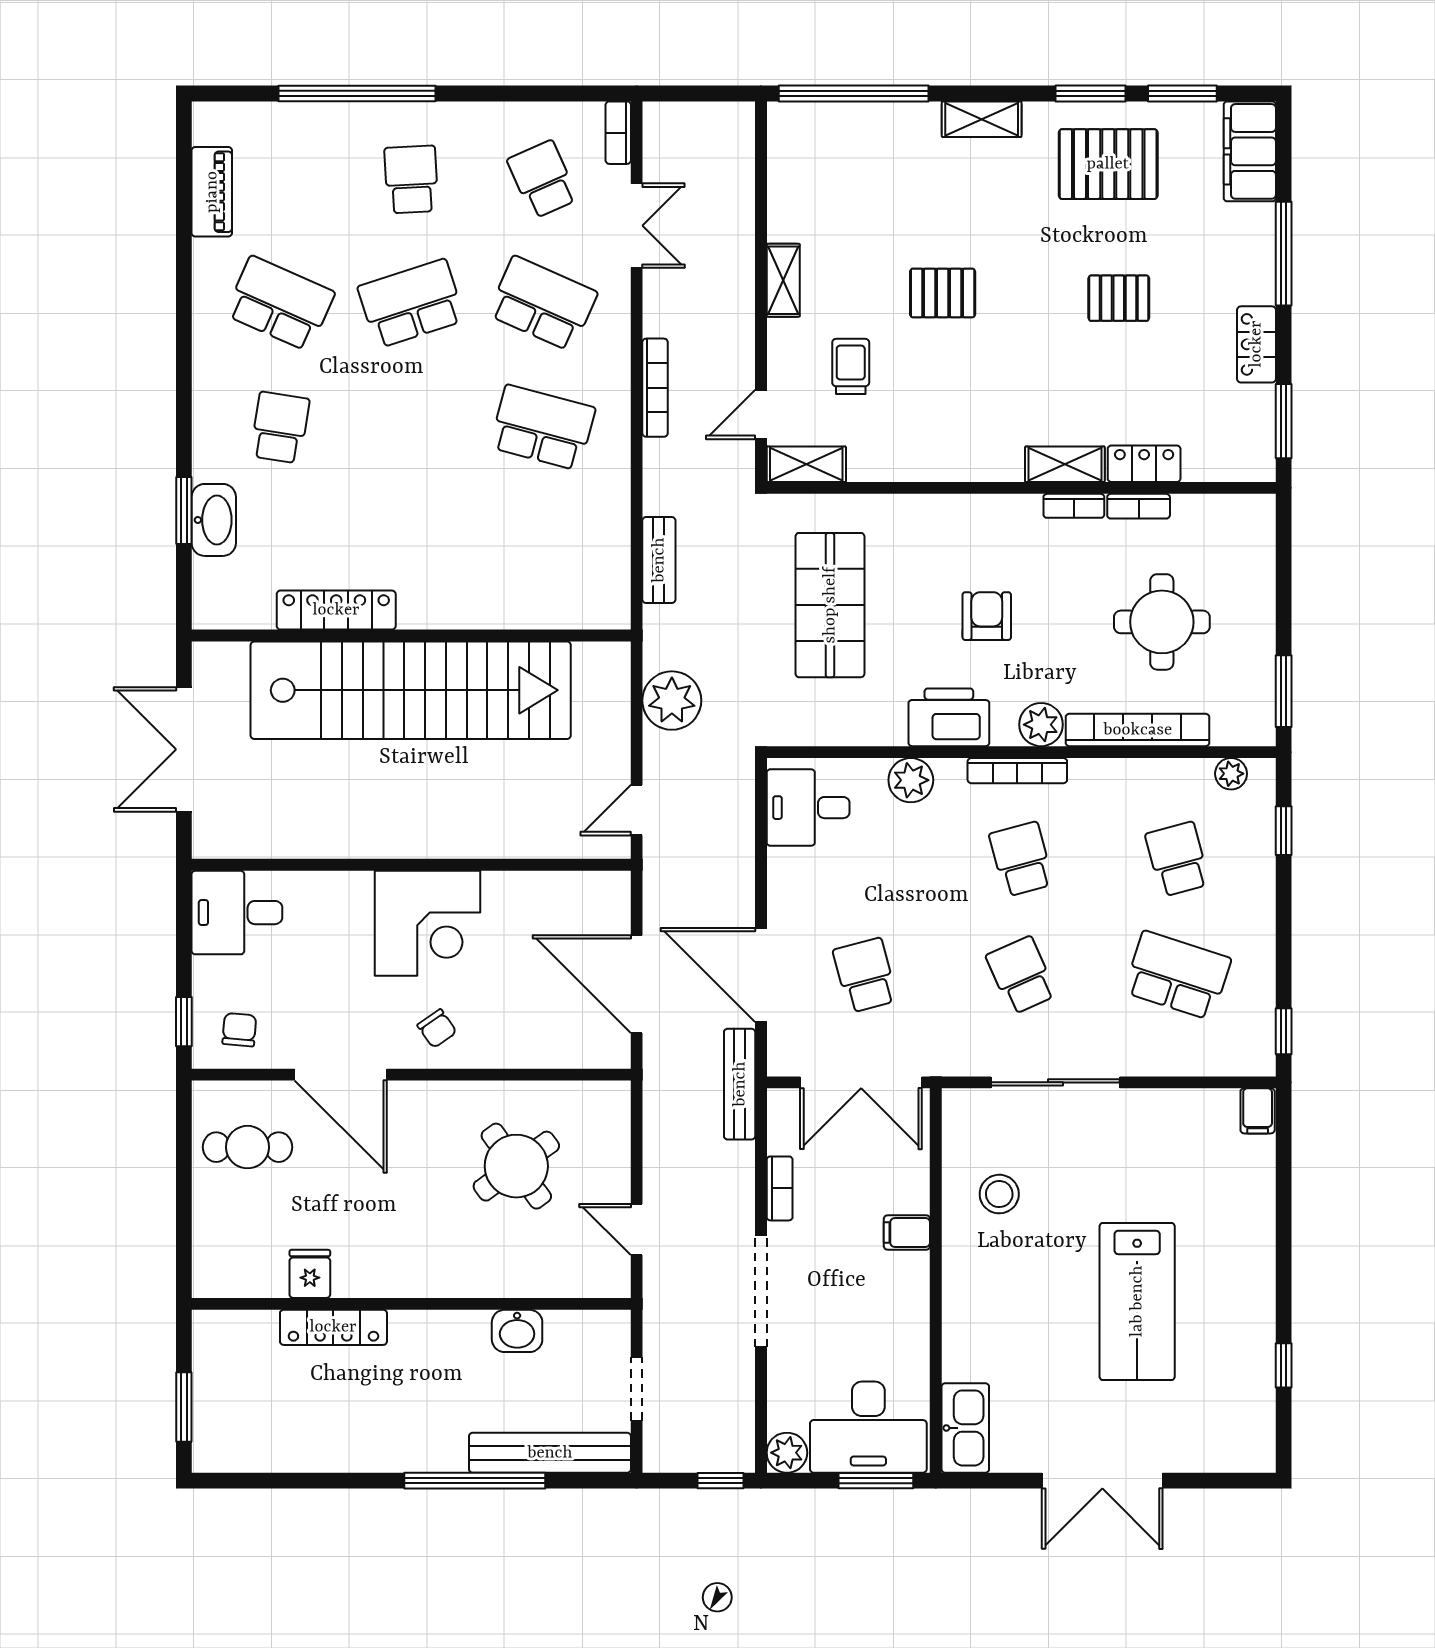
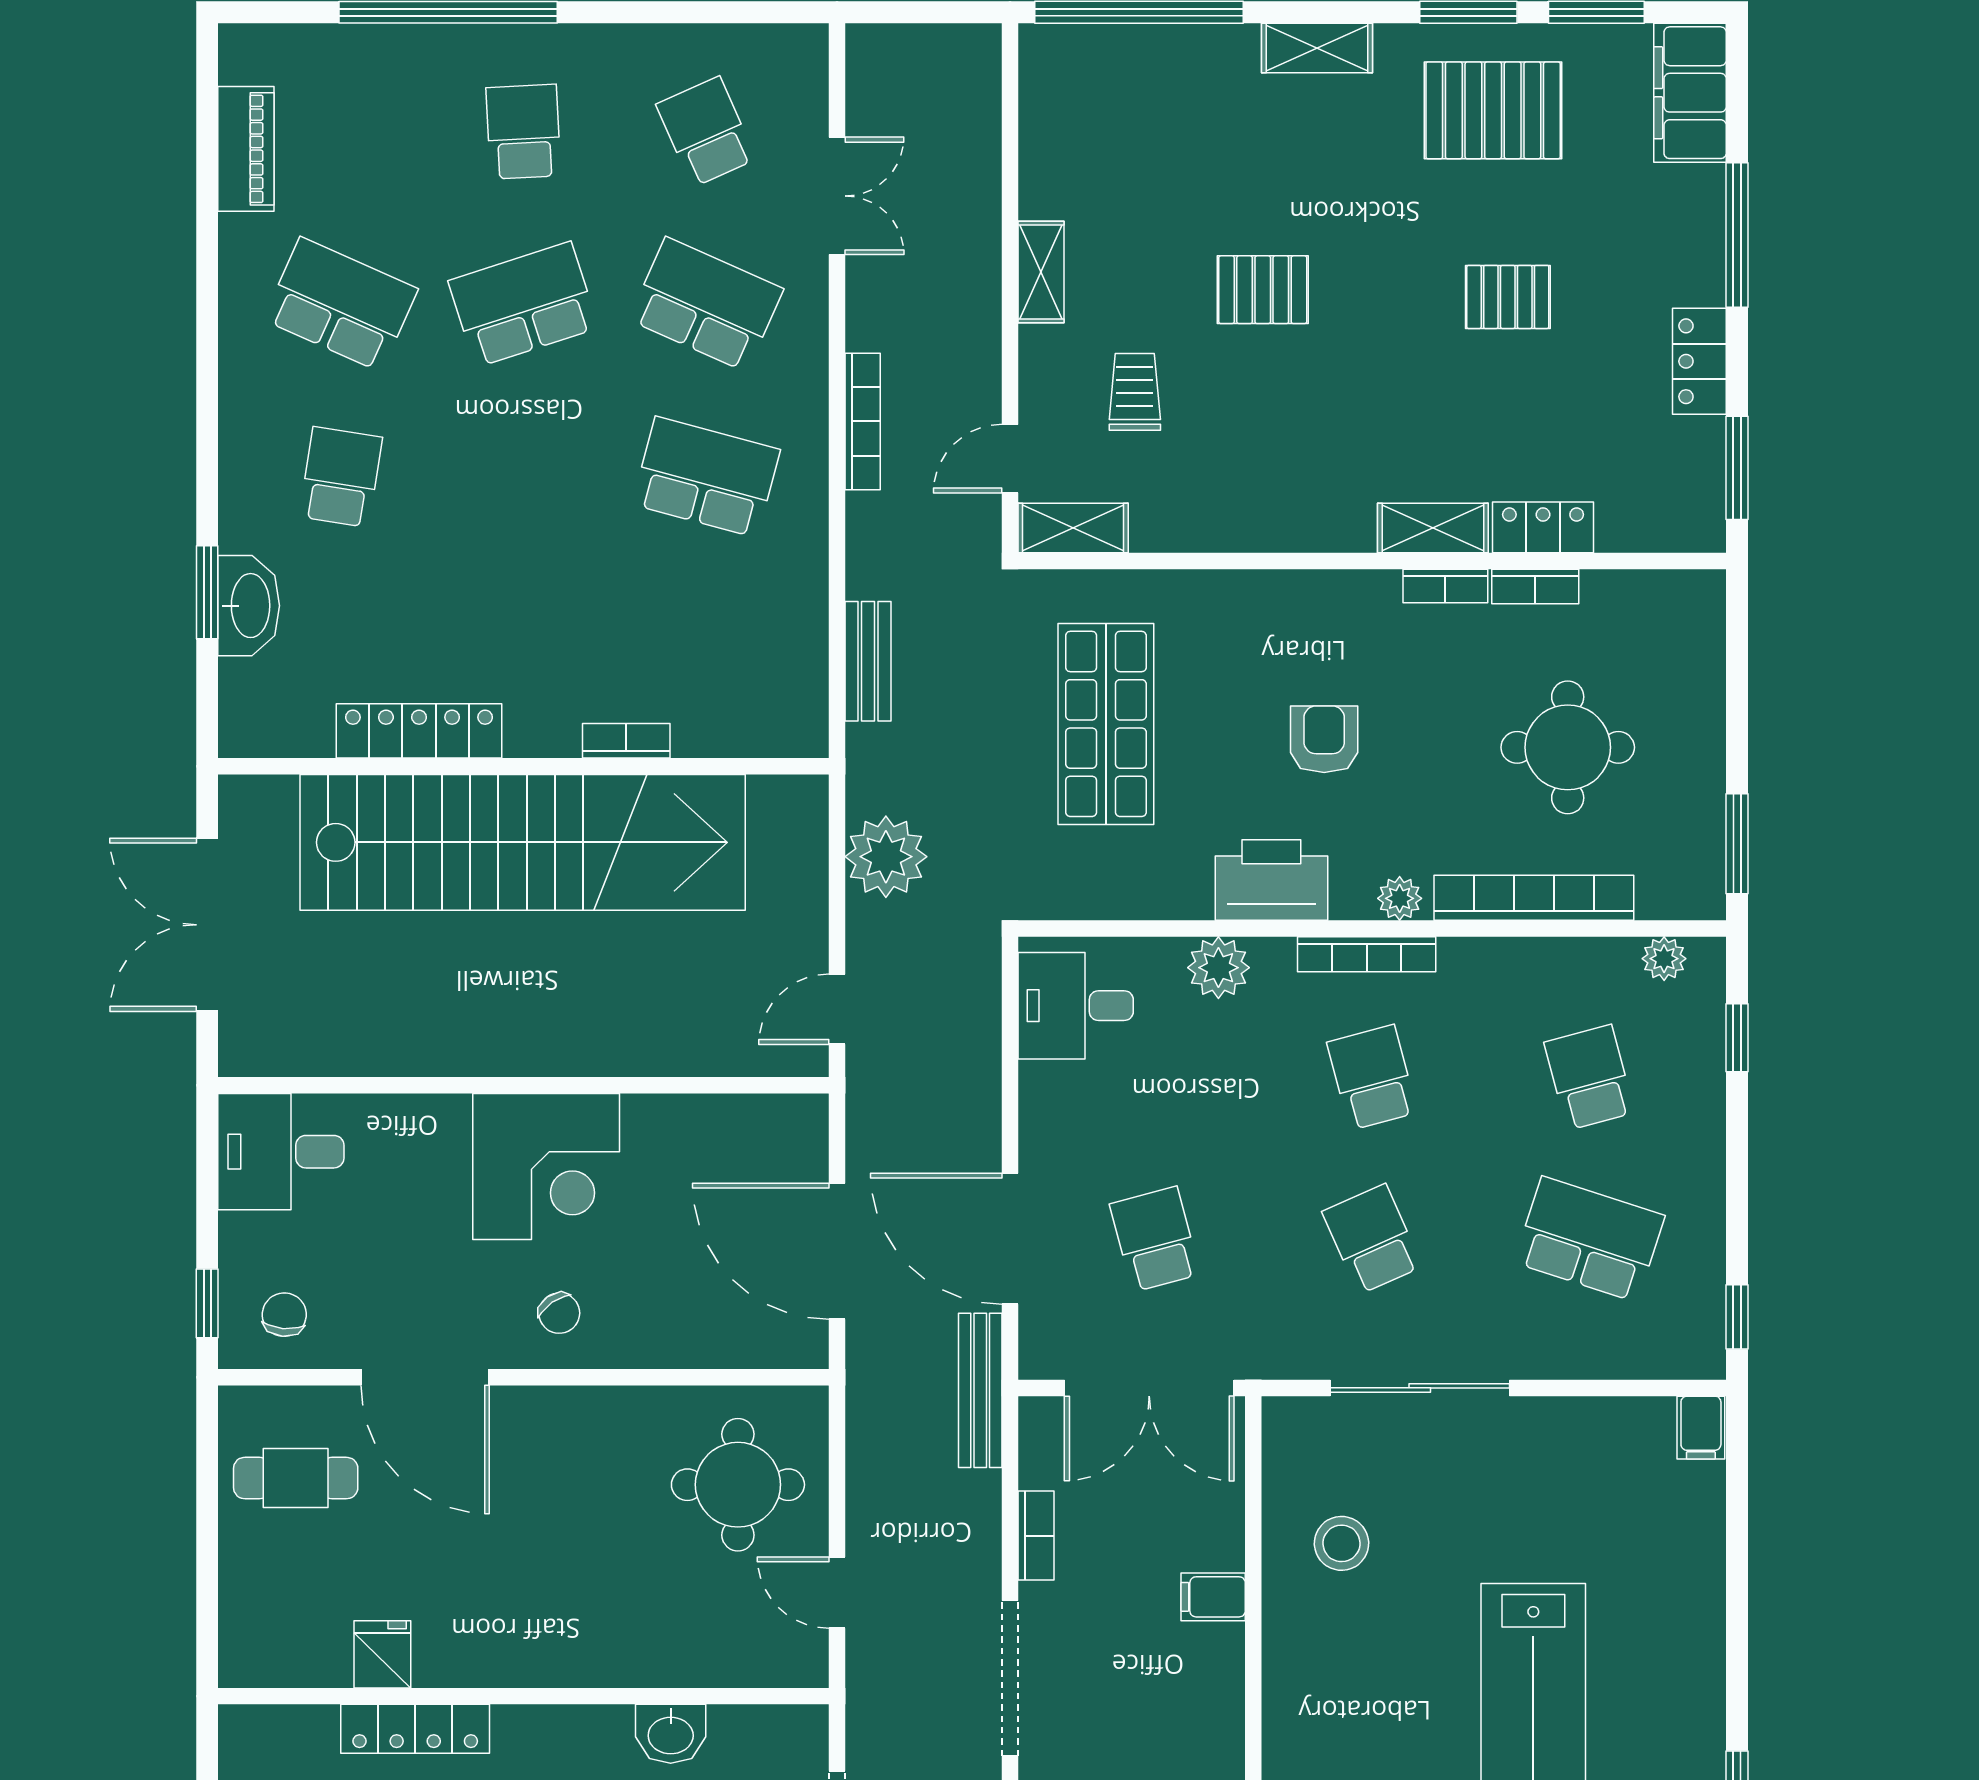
bookcase: (618, 133) -> (626, 741), moved, turned 90
plant: (1041, 725) -> (1400, 898), width x0.73, depth x0.73
round table: (516, 1166) -> (738, 1485), moved, turned 36

